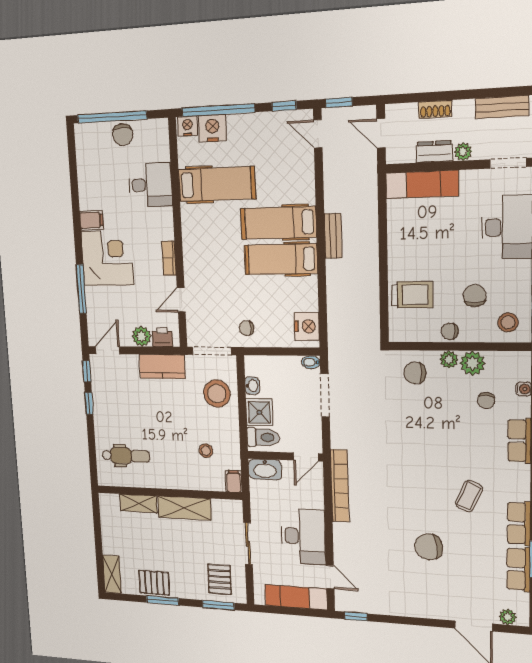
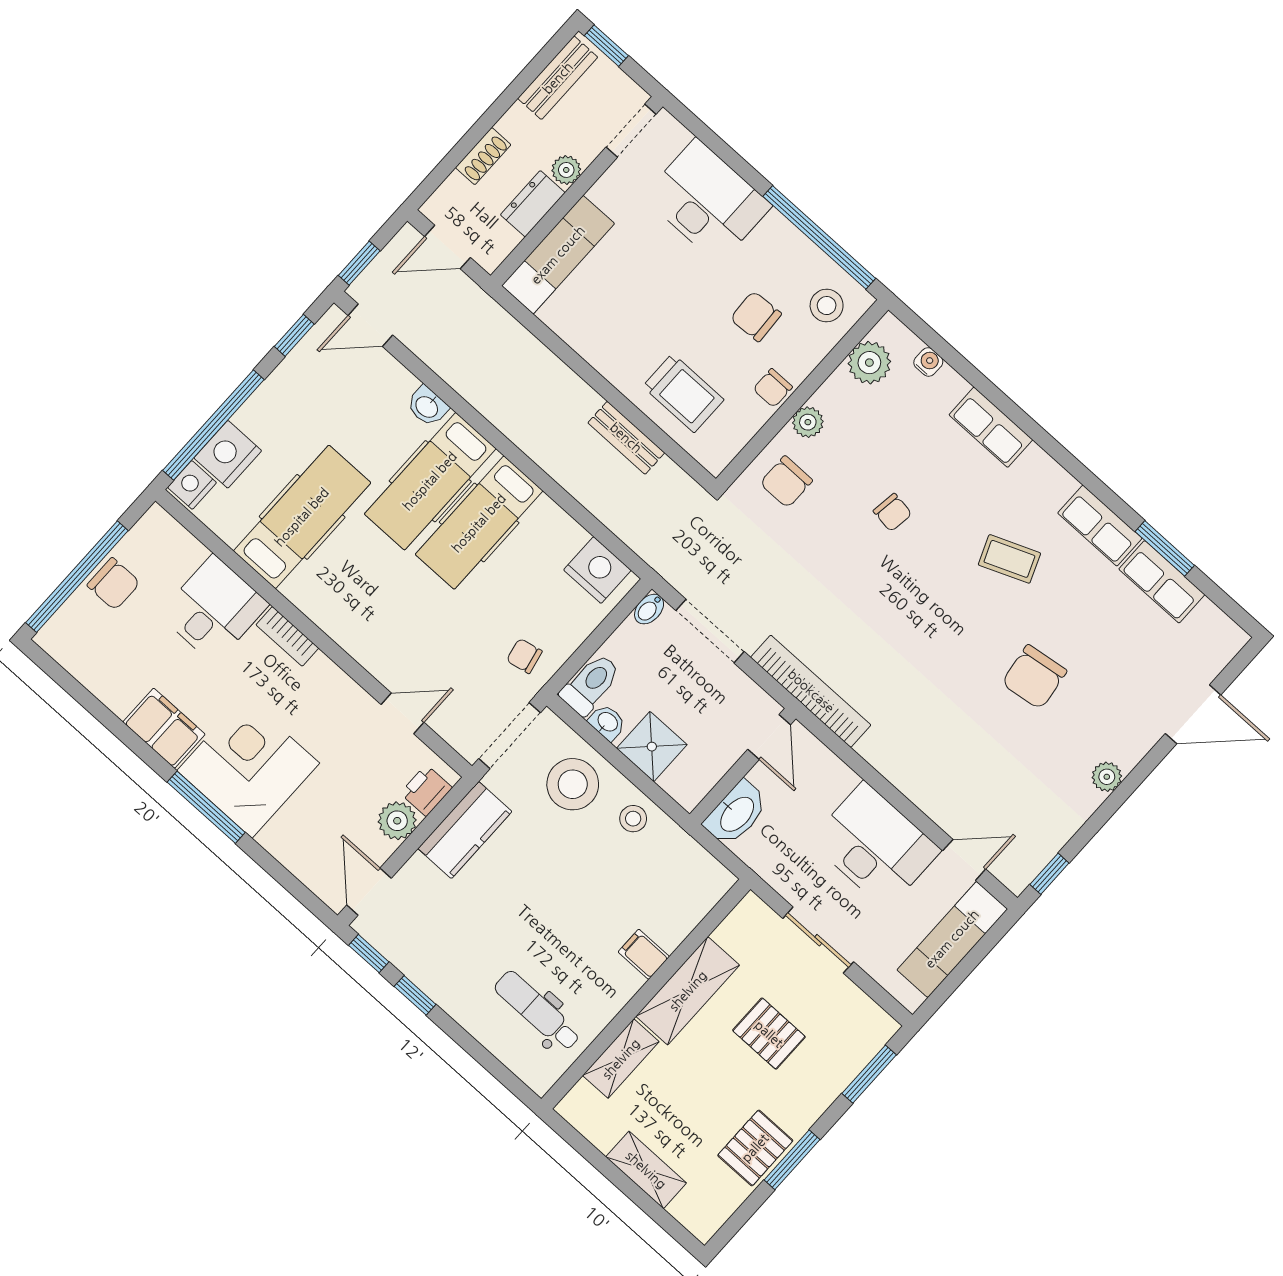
washbasin: (307, 191) -> (427, 406), added
filing cabinet: (91, 220) -> (164, 728), width x2.00
bench: (333, 236) -> (626, 438), moved
bookcase: (169, 258) -> (287, 636), moved
window: (81, 289) -> (206, 807), moved
trolley: (412, 295) -> (683, 393), turned 90
door: (181, 300) -> (402, 713), swing flipped
chair: (247, 328) -> (524, 656), turned 78
plant: (472, 363) -> (869, 363), moved
chair: (486, 401) -> (893, 512), moved
toilet: (263, 437) -> (591, 684), moved
stool: (206, 451) -> (633, 819), moved
dental chair: (126, 456) -> (537, 1011), turned -90
filing cabinet: (234, 481) -> (644, 954), moved
bookcase: (340, 486) -> (811, 691), moved
coffee table: (469, 496) -> (1009, 559), turned -46
shelving: (112, 574) -> (646, 1170), moved
pallet: (220, 579) -> (769, 1034), moved
plant: (508, 617) -> (1107, 777), moved

